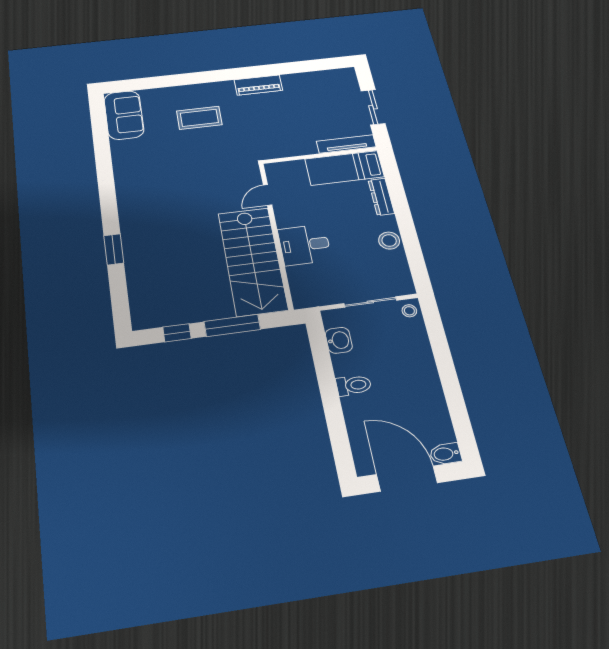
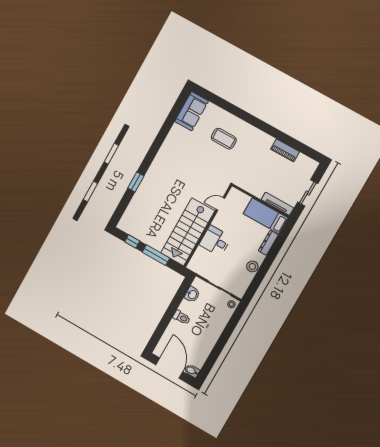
piano: (258, 85) -> (285, 150), moved

